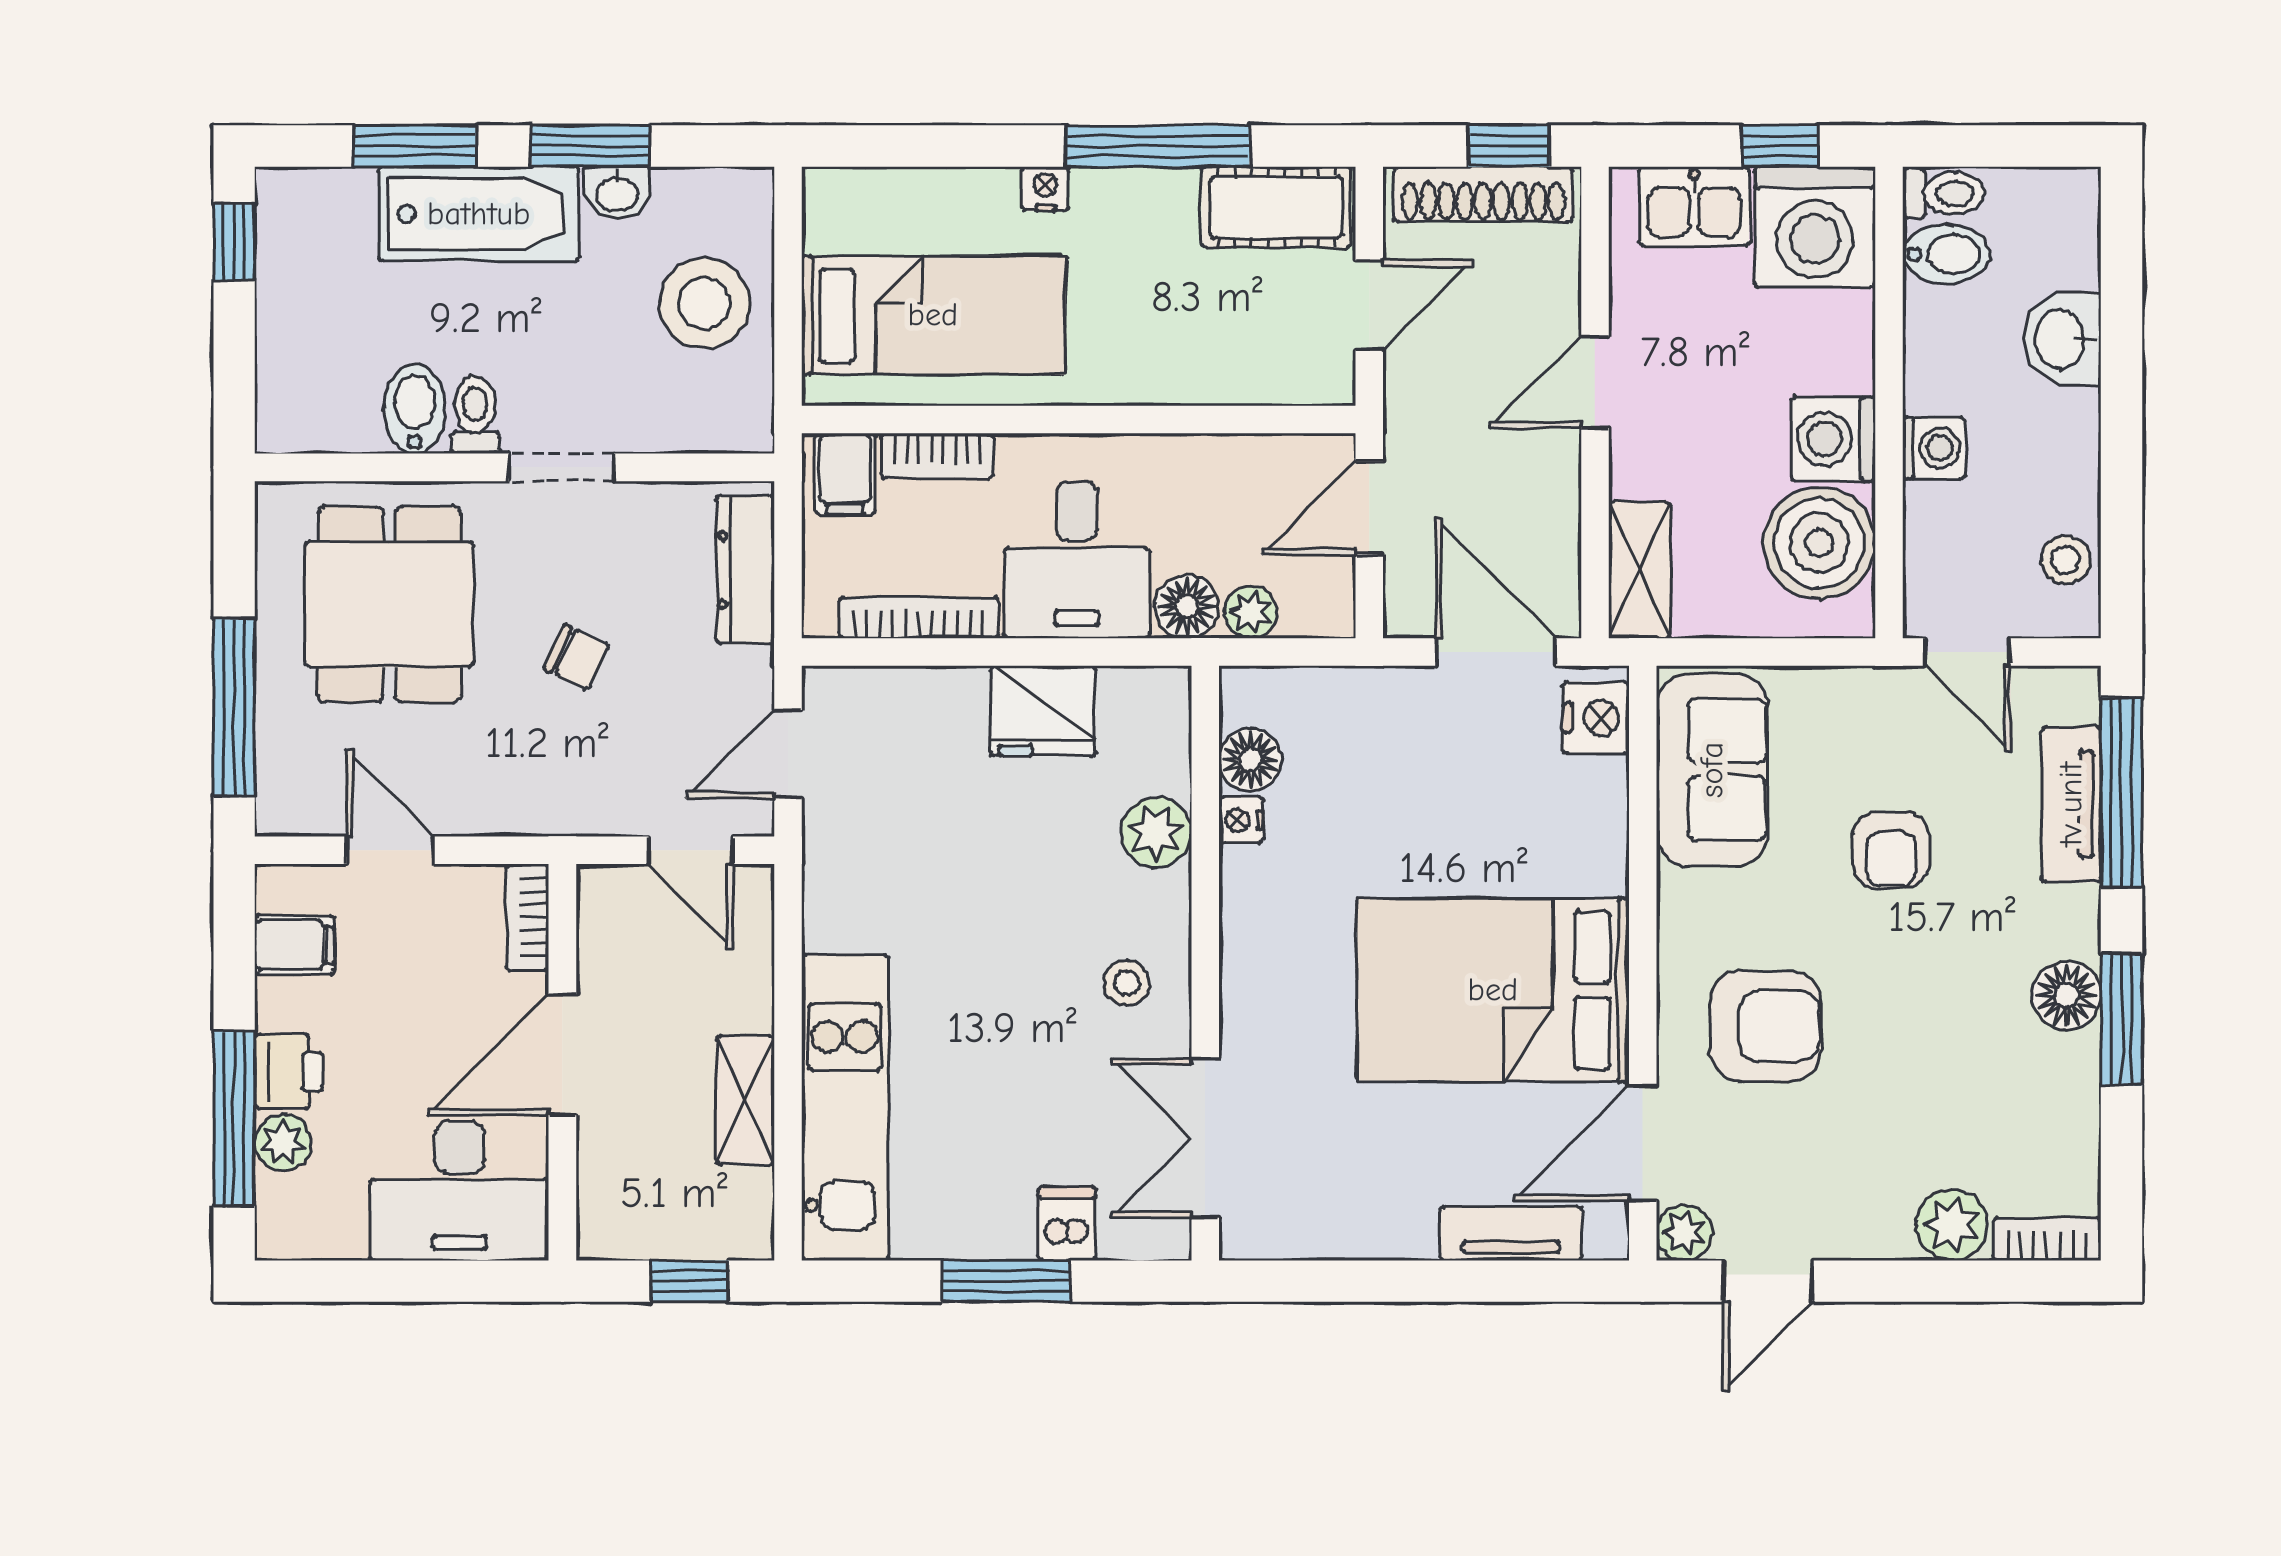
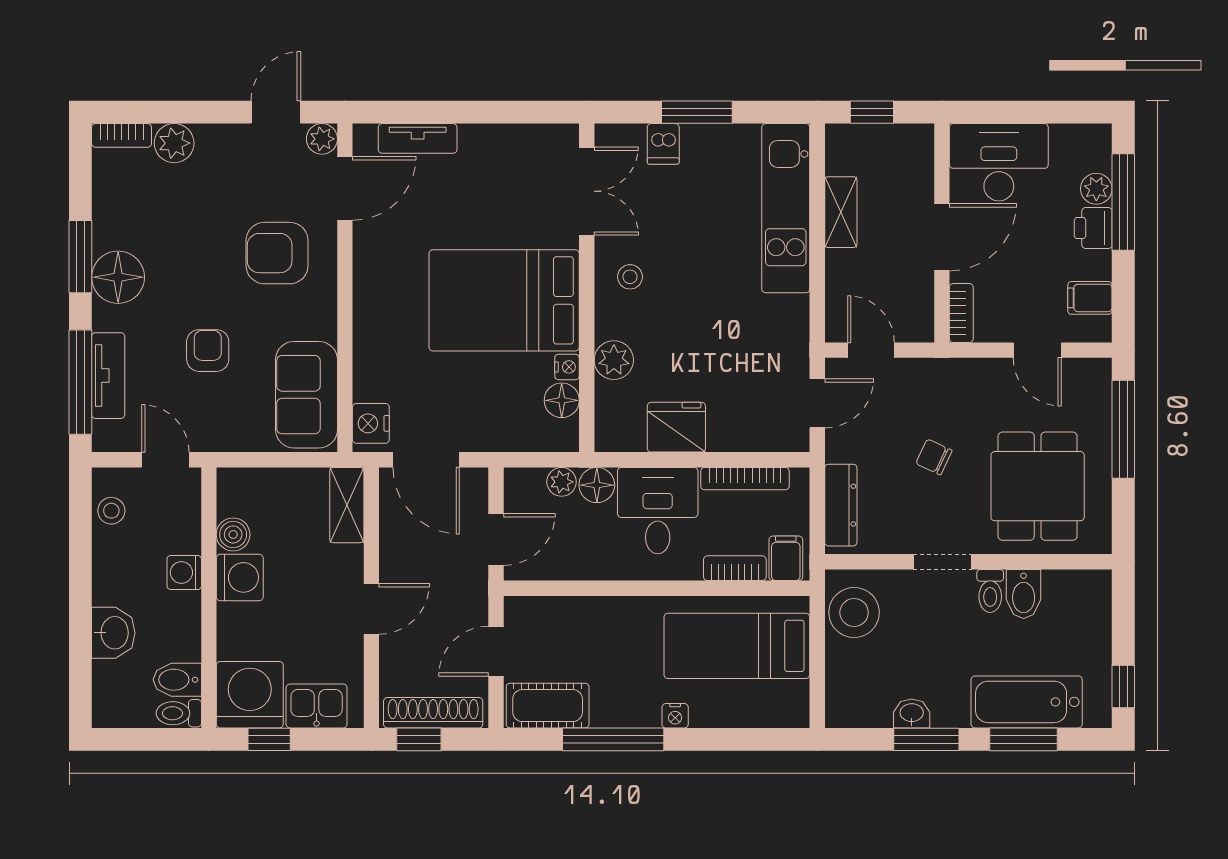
bathtub: (479, 214) -> (1027, 702), moved
stool: (705, 303) -> (854, 612), moved
boiler: (1819, 543) -> (233, 534), width x0.54, depth x0.54
bed: (1493, 990) -> (504, 300), moved, turned 180
floor lamp: (2066, 995) -> (118, 277), width x1.38, depth x1.38

